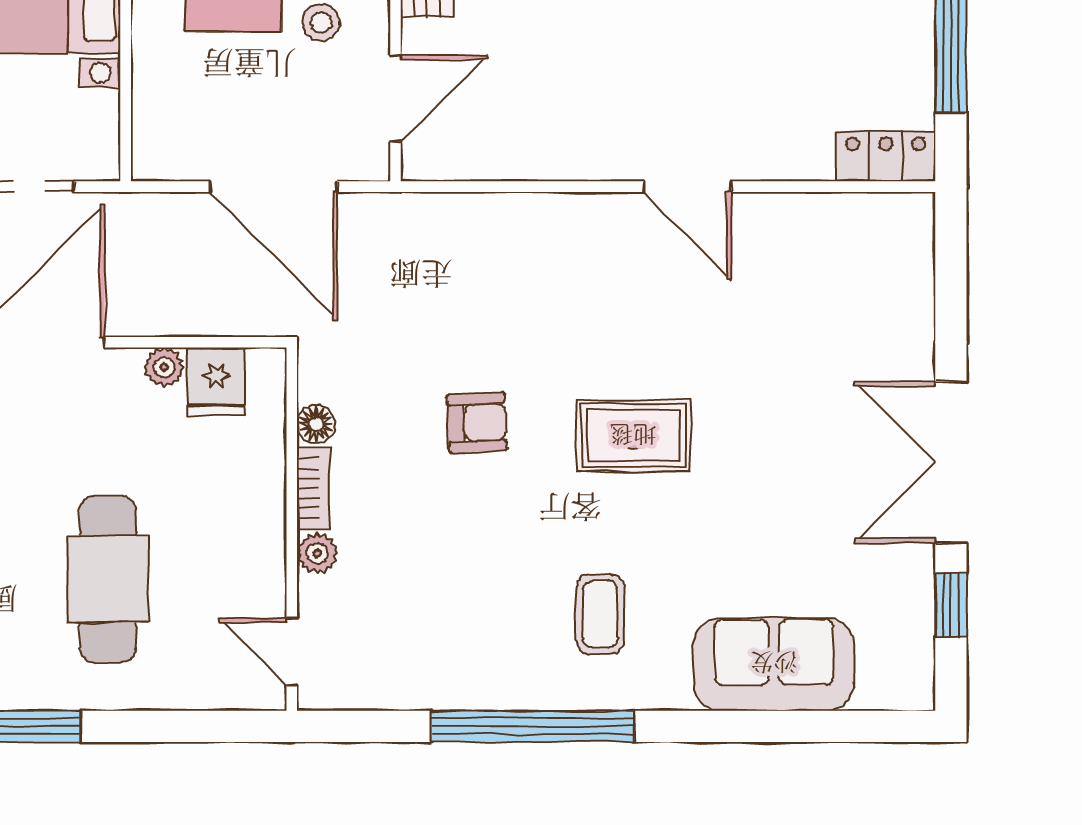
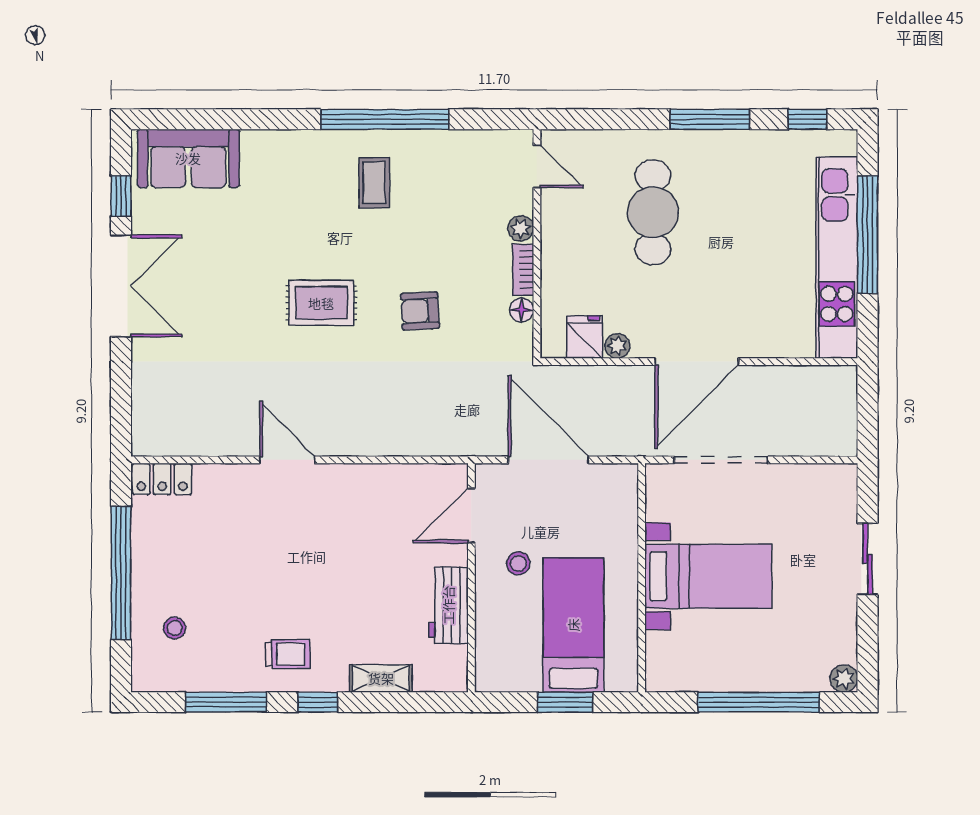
coffee table: (600, 614) -> (374, 183), moved
sofa: (774, 664) -> (188, 158), moved

